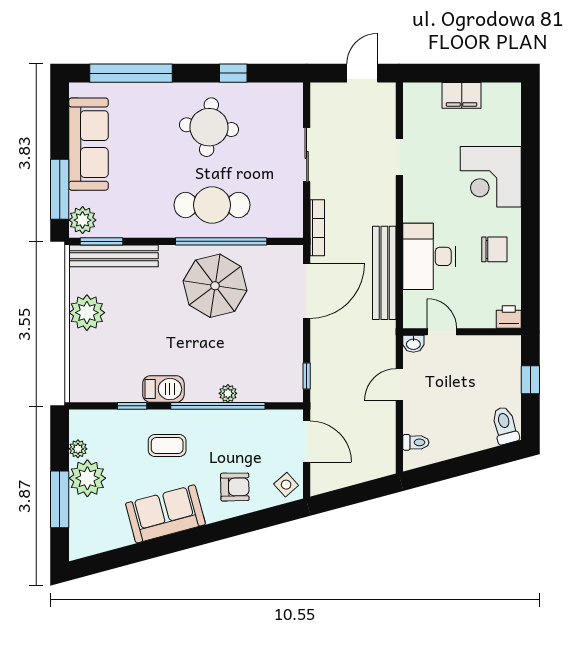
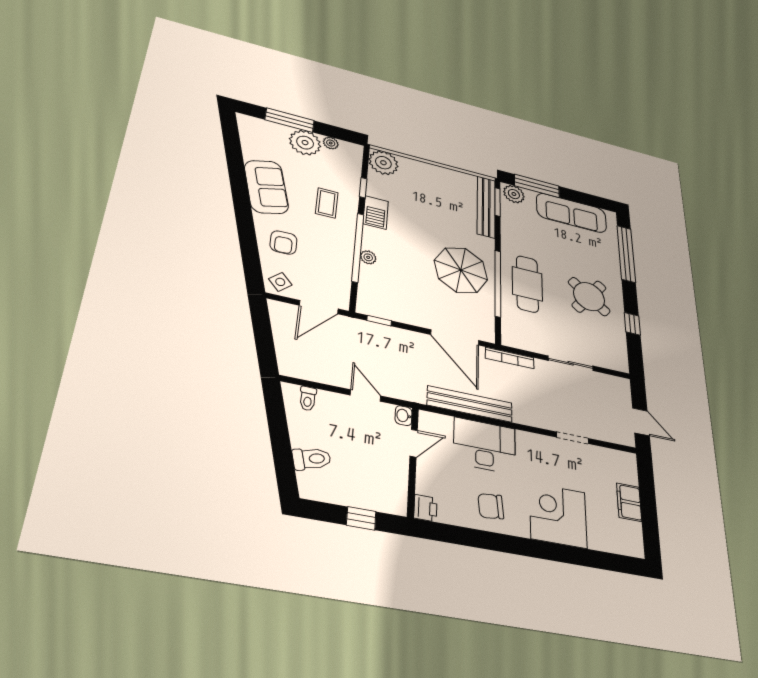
round table: (209, 127) -> (589, 297), turned 33
chair: (494, 249) -> (491, 506), turned 84
plant: (87, 313) -> (383, 163), moved
toilet: (505, 425) -> (312, 459), moved

